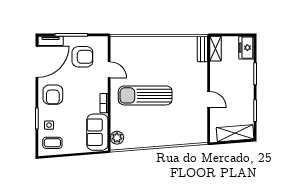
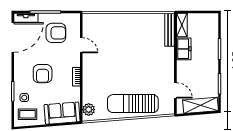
freezer: (246, 48) -> (184, 49), moved, turned 180
bench: (202, 49) -> (170, 30), width x1.36
armchair: (53, 95) -> (43, 74), moved
sun lounger: (145, 95) -> (133, 104), moved
door: (209, 100) -> (175, 90), moved
sofa: (97, 132) -> (62, 113), moved, turned 85

